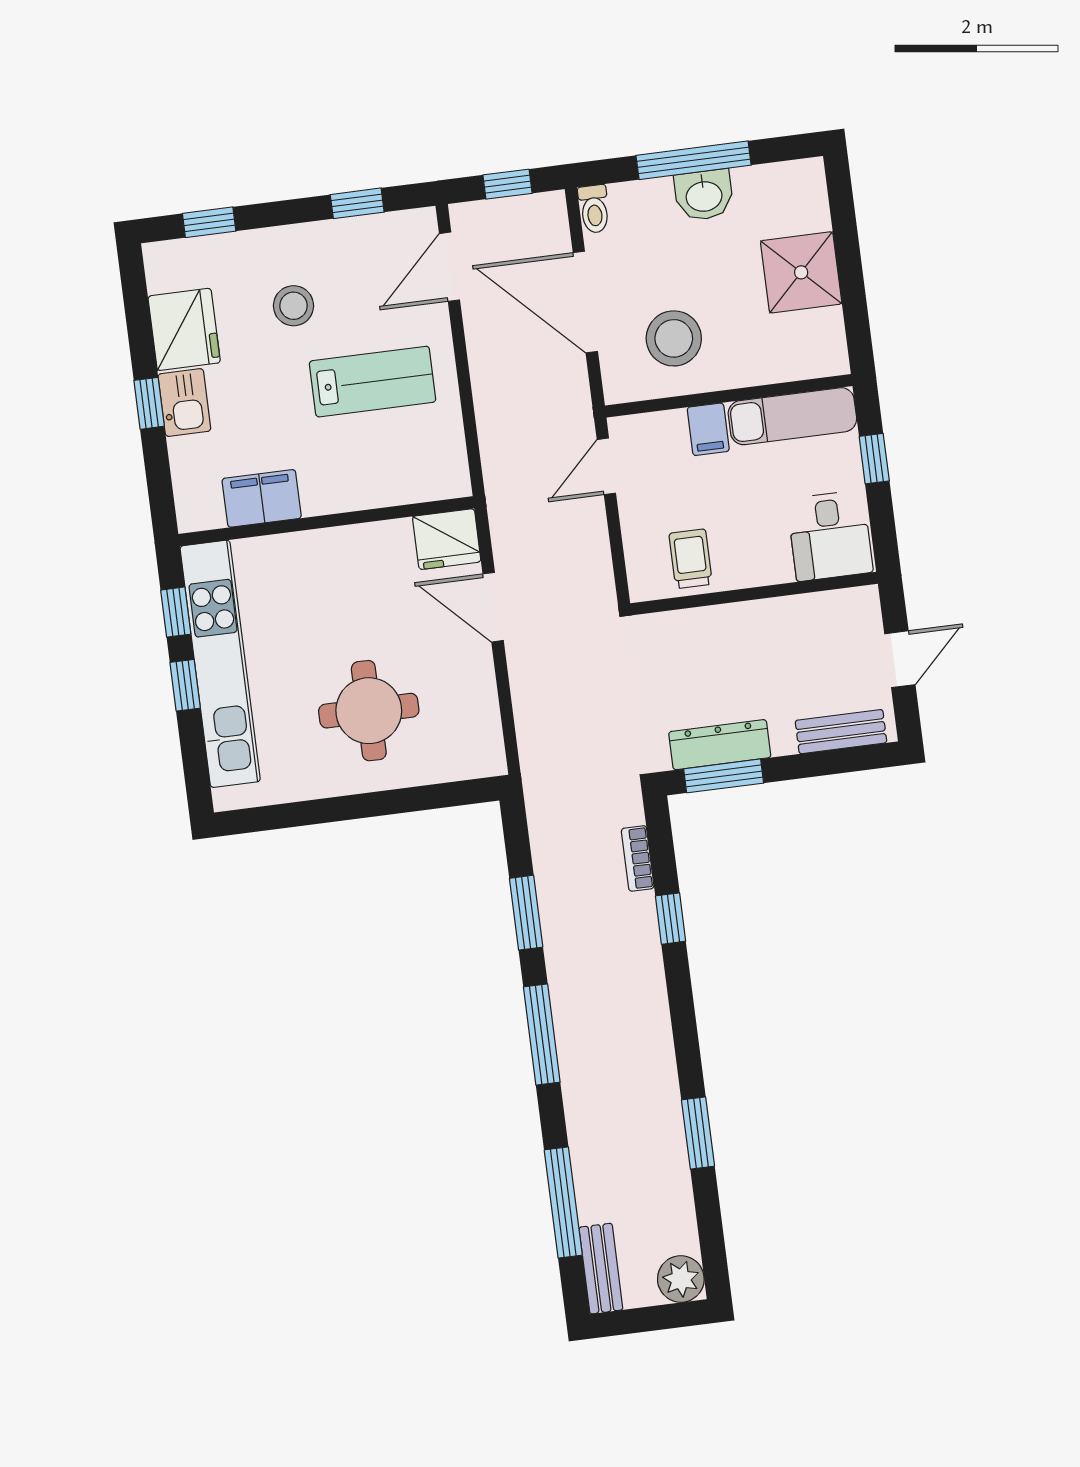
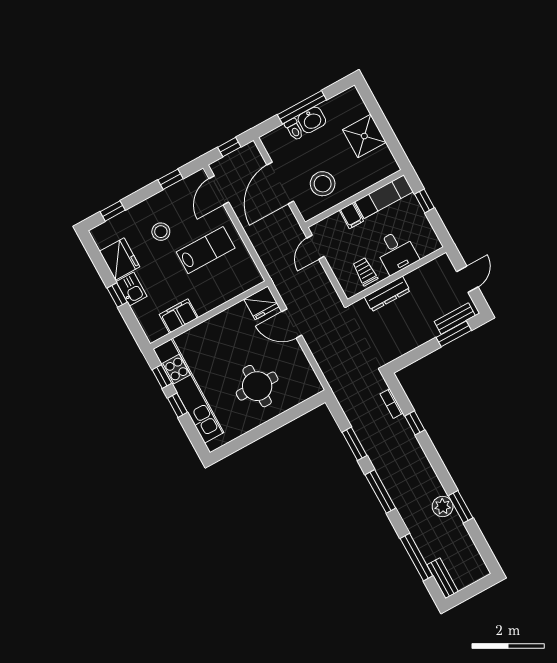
toilet: (594, 209) -> (294, 130), moved
door: (585, 302) -> (280, 183), hinge flipped
desk: (830, 536) -> (396, 252), moved
dresser: (720, 745) -> (387, 294), moved, turned 180
window: (724, 776) -> (454, 334), moved
plant: (681, 1279) -> (443, 506), moved

